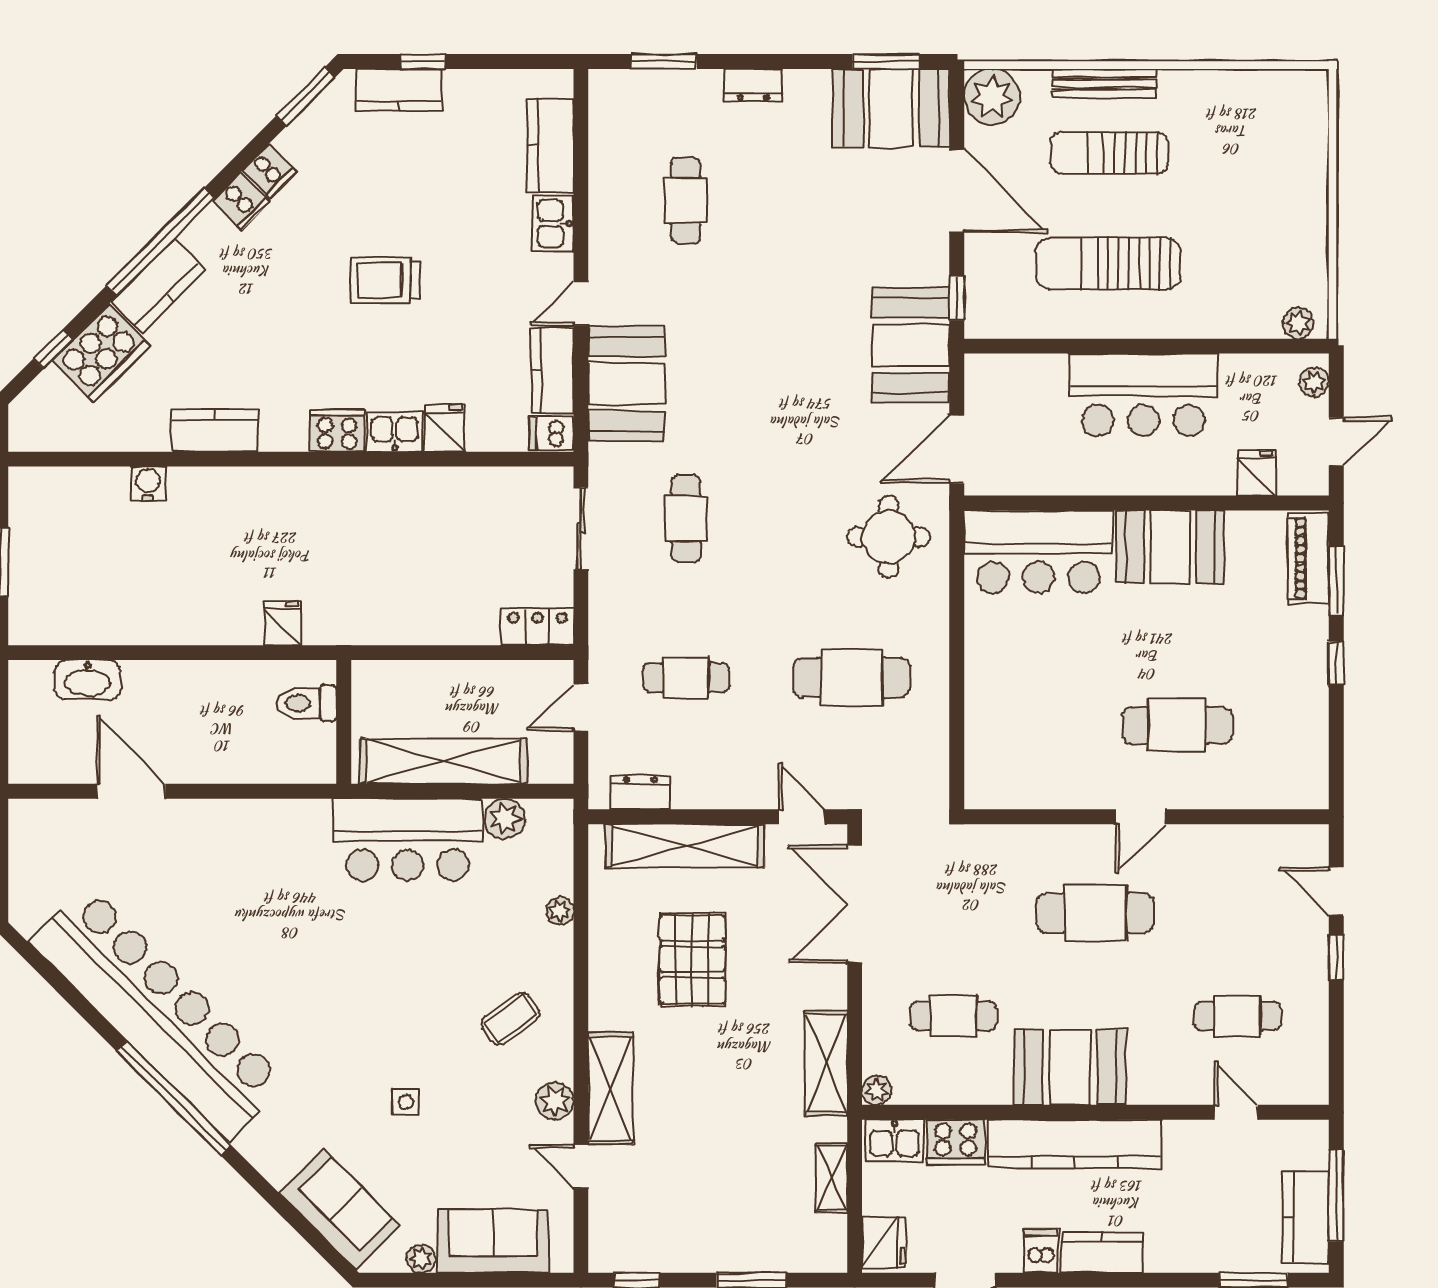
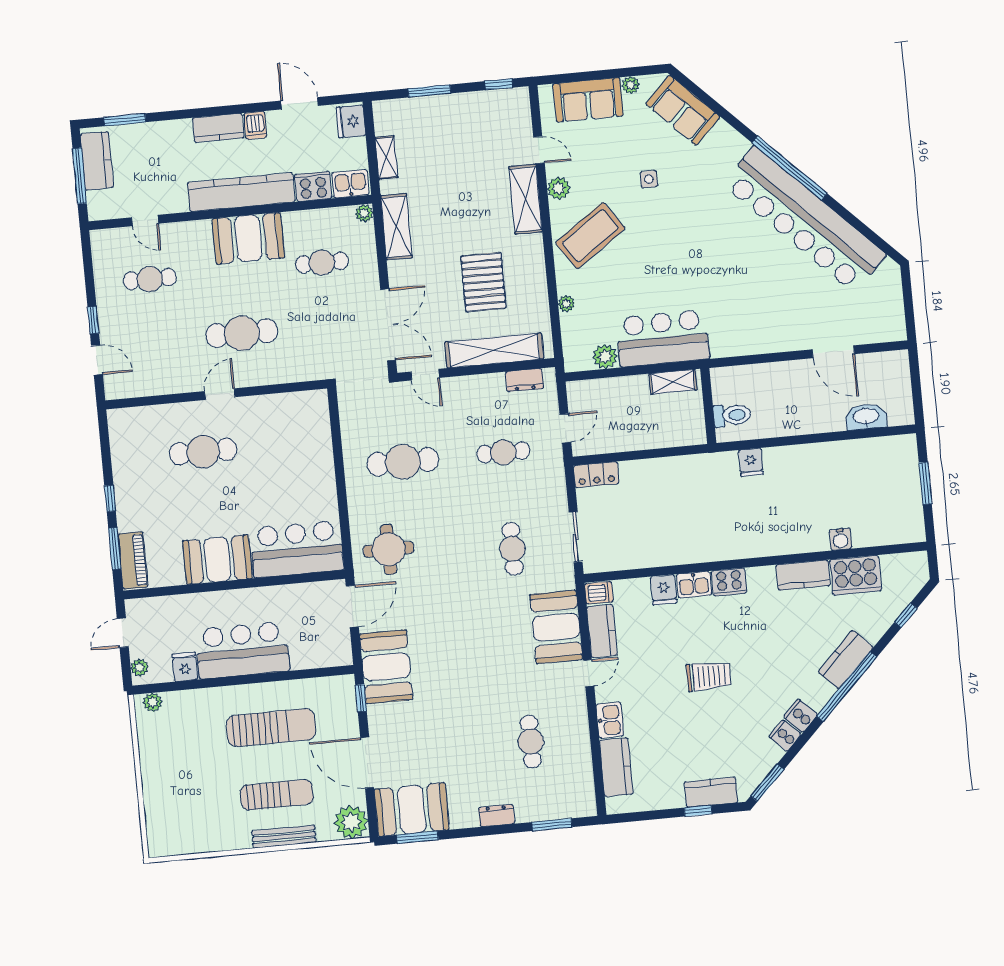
cooker: (101, 353) -> (856, 575), moved, turned -135
fridge: (1256, 473) -> (185, 667), moved, turned 180
shelving: (443, 761) -> (673, 382), width x0.45, depth x0.75
coffee table: (510, 1019) -> (590, 236), width x1.86, depth x1.72

